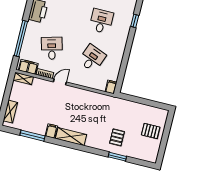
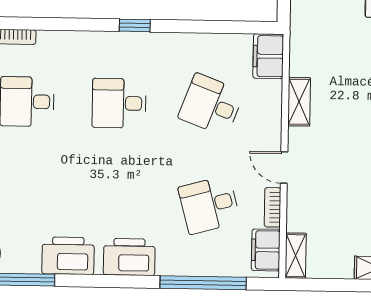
window: (135, 21) -> (135, 25), moved
filing cabinet: (111, 87) -> (268, 56), width x2.00
shelving: (85, 94) -> (299, 102), added

